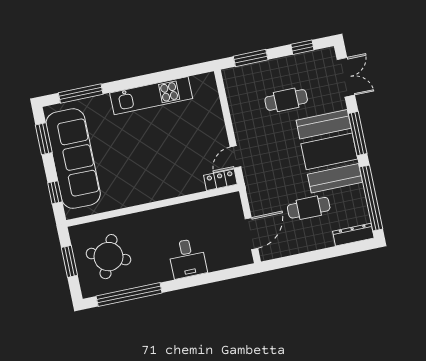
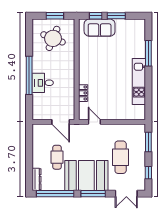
window: (81, 93) -> (148, 53), moved
cafe table: (286, 100) -> (121, 157), width x1.37, depth x1.35
window: (44, 139) -> (116, 16), moved
sofa: (73, 159) -> (100, 28), width x0.54, depth x0.79
locker: (220, 180) -> (83, 93), moved
door: (251, 234) -> (61, 122), moved
window: (129, 295) -> (29, 75), moved

